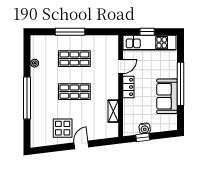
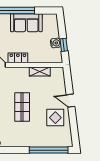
window: (27, 98) -> (49, 150), moved

